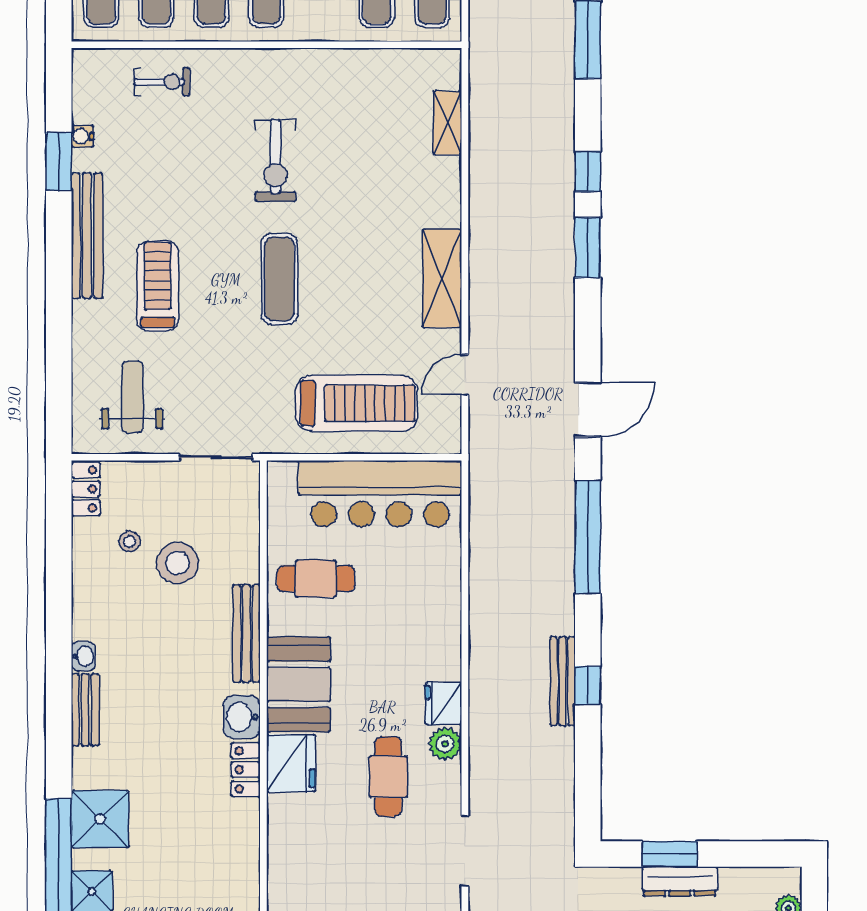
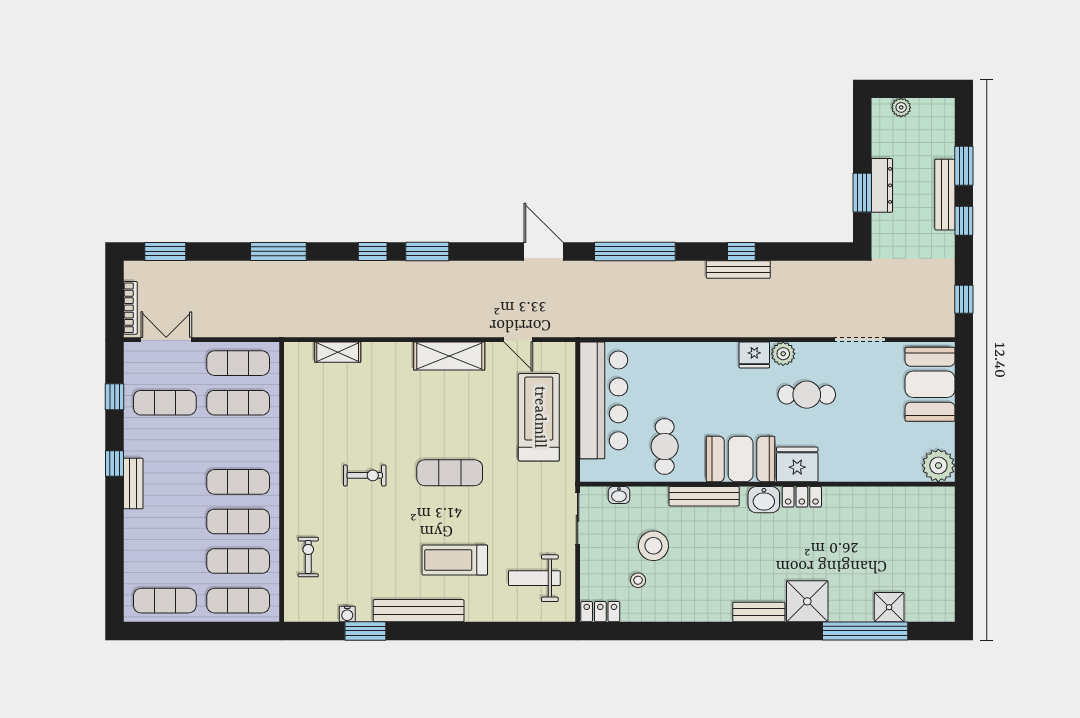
exercise bike: (276, 161) -> (365, 475), width x0.73, depth x0.72
washbasin: (83, 656) -> (619, 495), moved, turned 180
shower: (100, 819) -> (807, 601), moved

